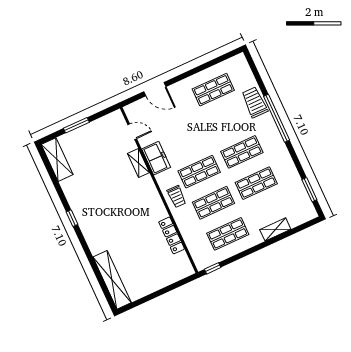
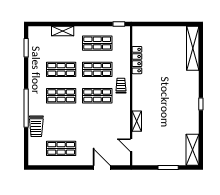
freezer: (156, 158) -> (123, 119), removed

